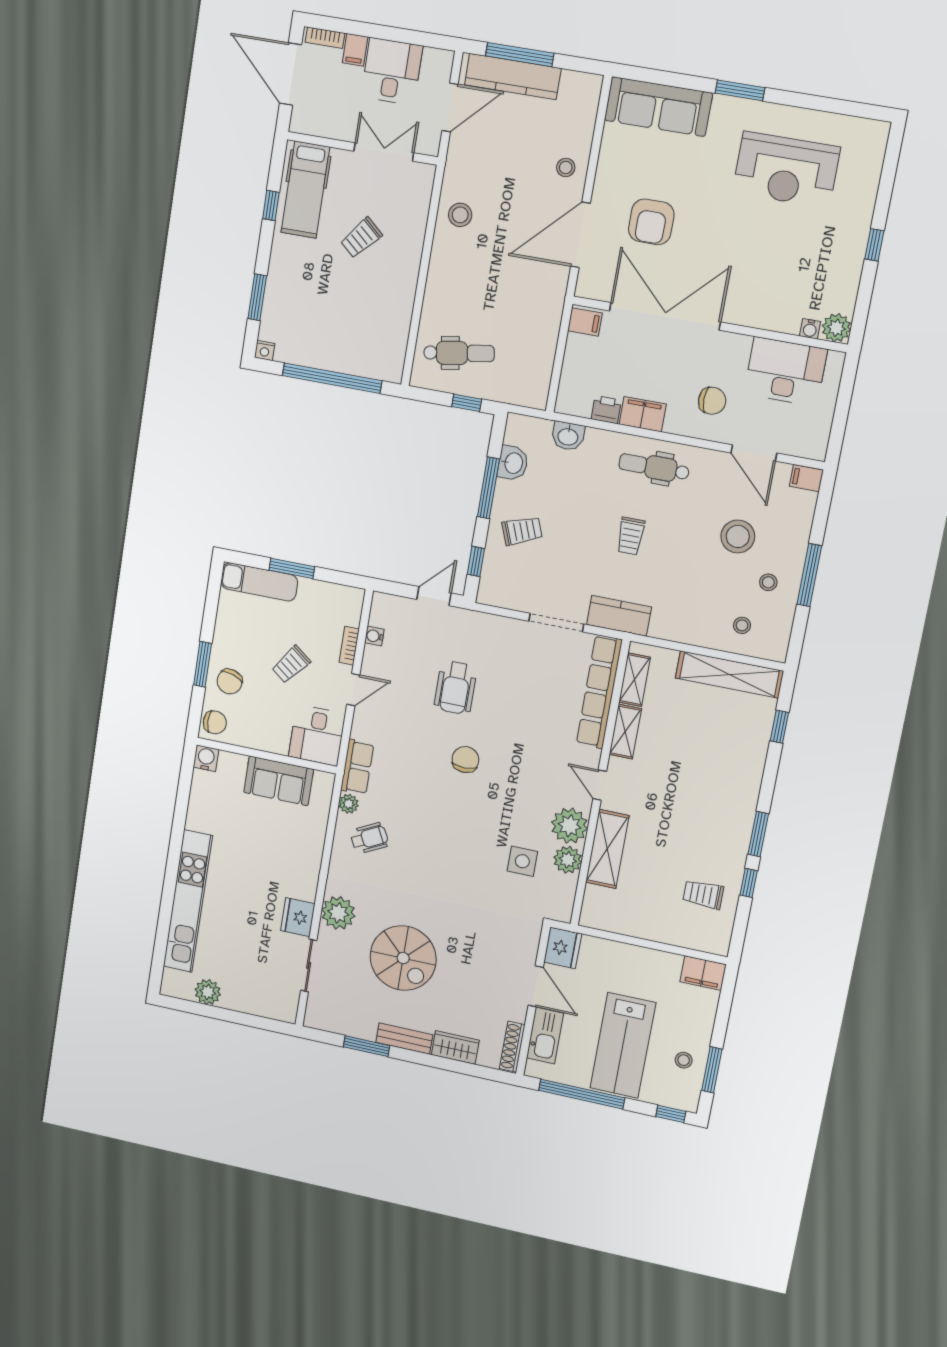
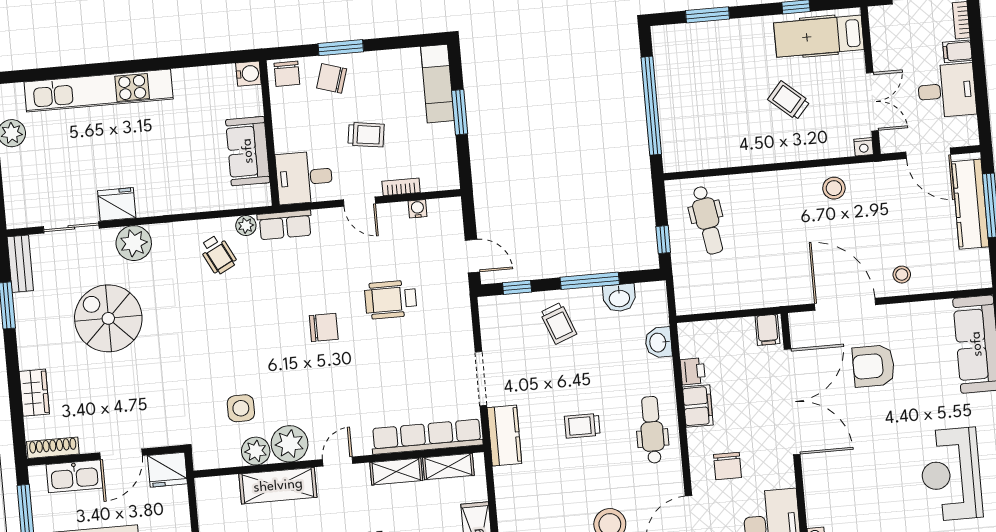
nightstand: (265, 351) -> (864, 147), moved, turned -90
trolley: (291, 665) -> (366, 135), turned 150
spiral stairs: (403, 958) -> (108, 318), turned 90
bench: (404, 1038) -> (20, 264), moved

